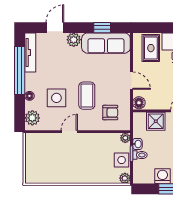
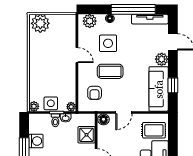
plant: (35, 171) -> (40, 23), added

